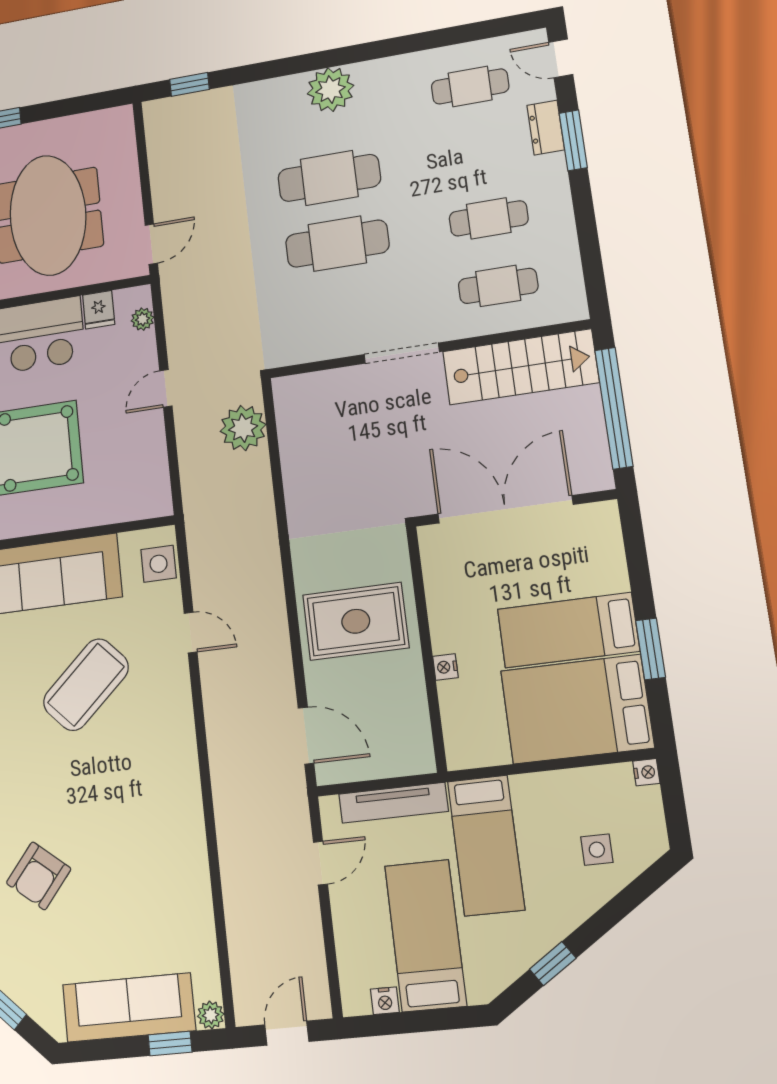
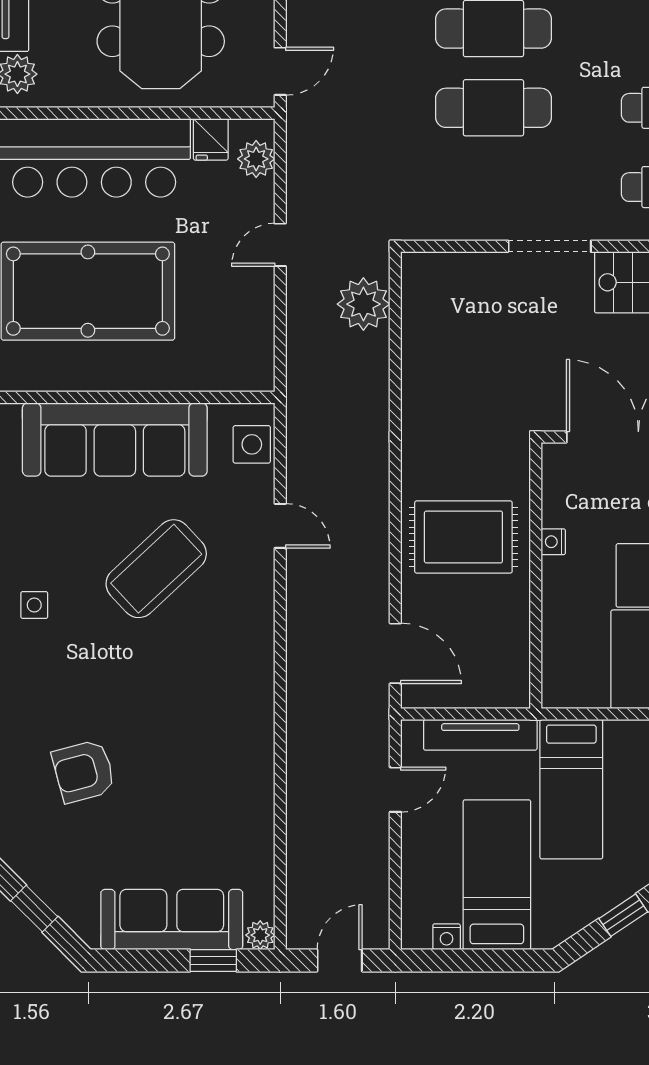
plant: (143, 319) -> (256, 159), width x1.38, depth x1.38
nightstand: (445, 667) -> (553, 542), moved
armchair: (39, 876) -> (84, 771), turned 36

